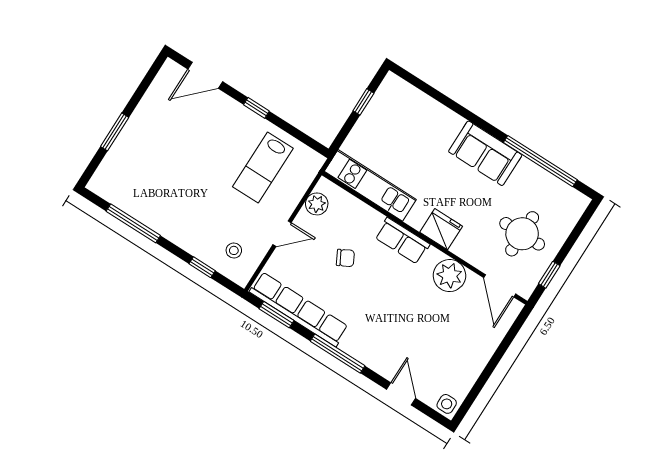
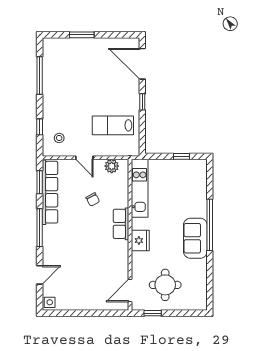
door: (205, 75) -> (142, 64), width x1.36
window: (540, 161) -> (210, 225), moved
plant: (449, 276) -> (119, 261), removed

